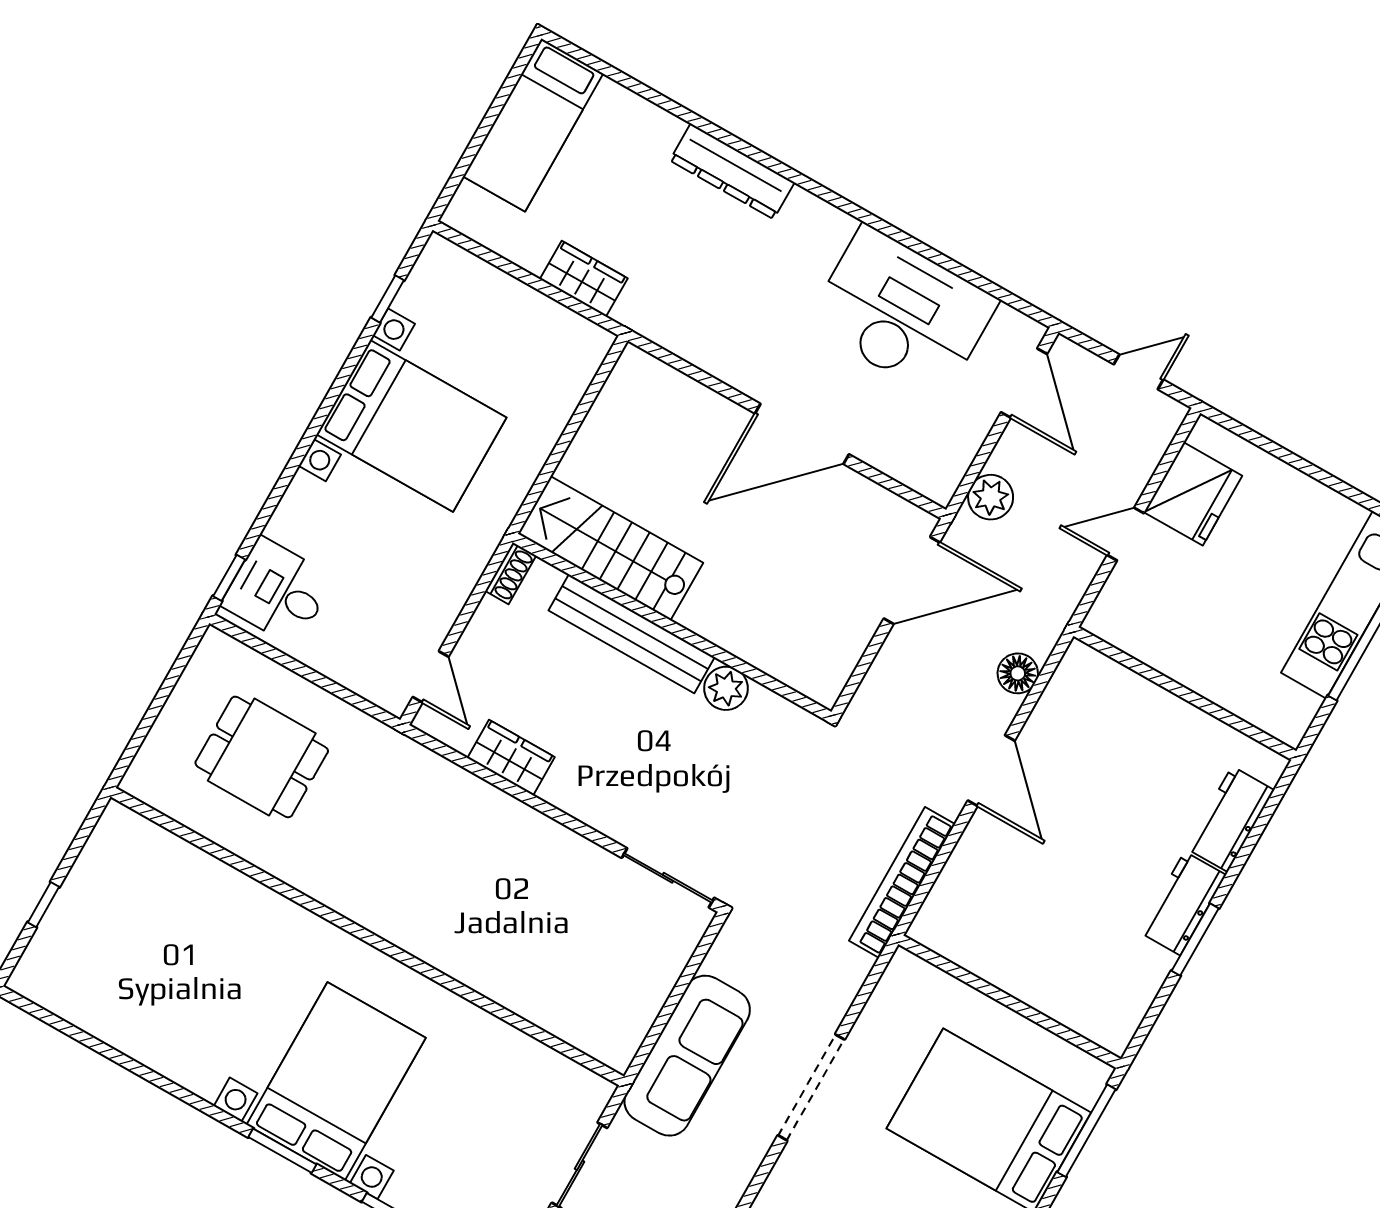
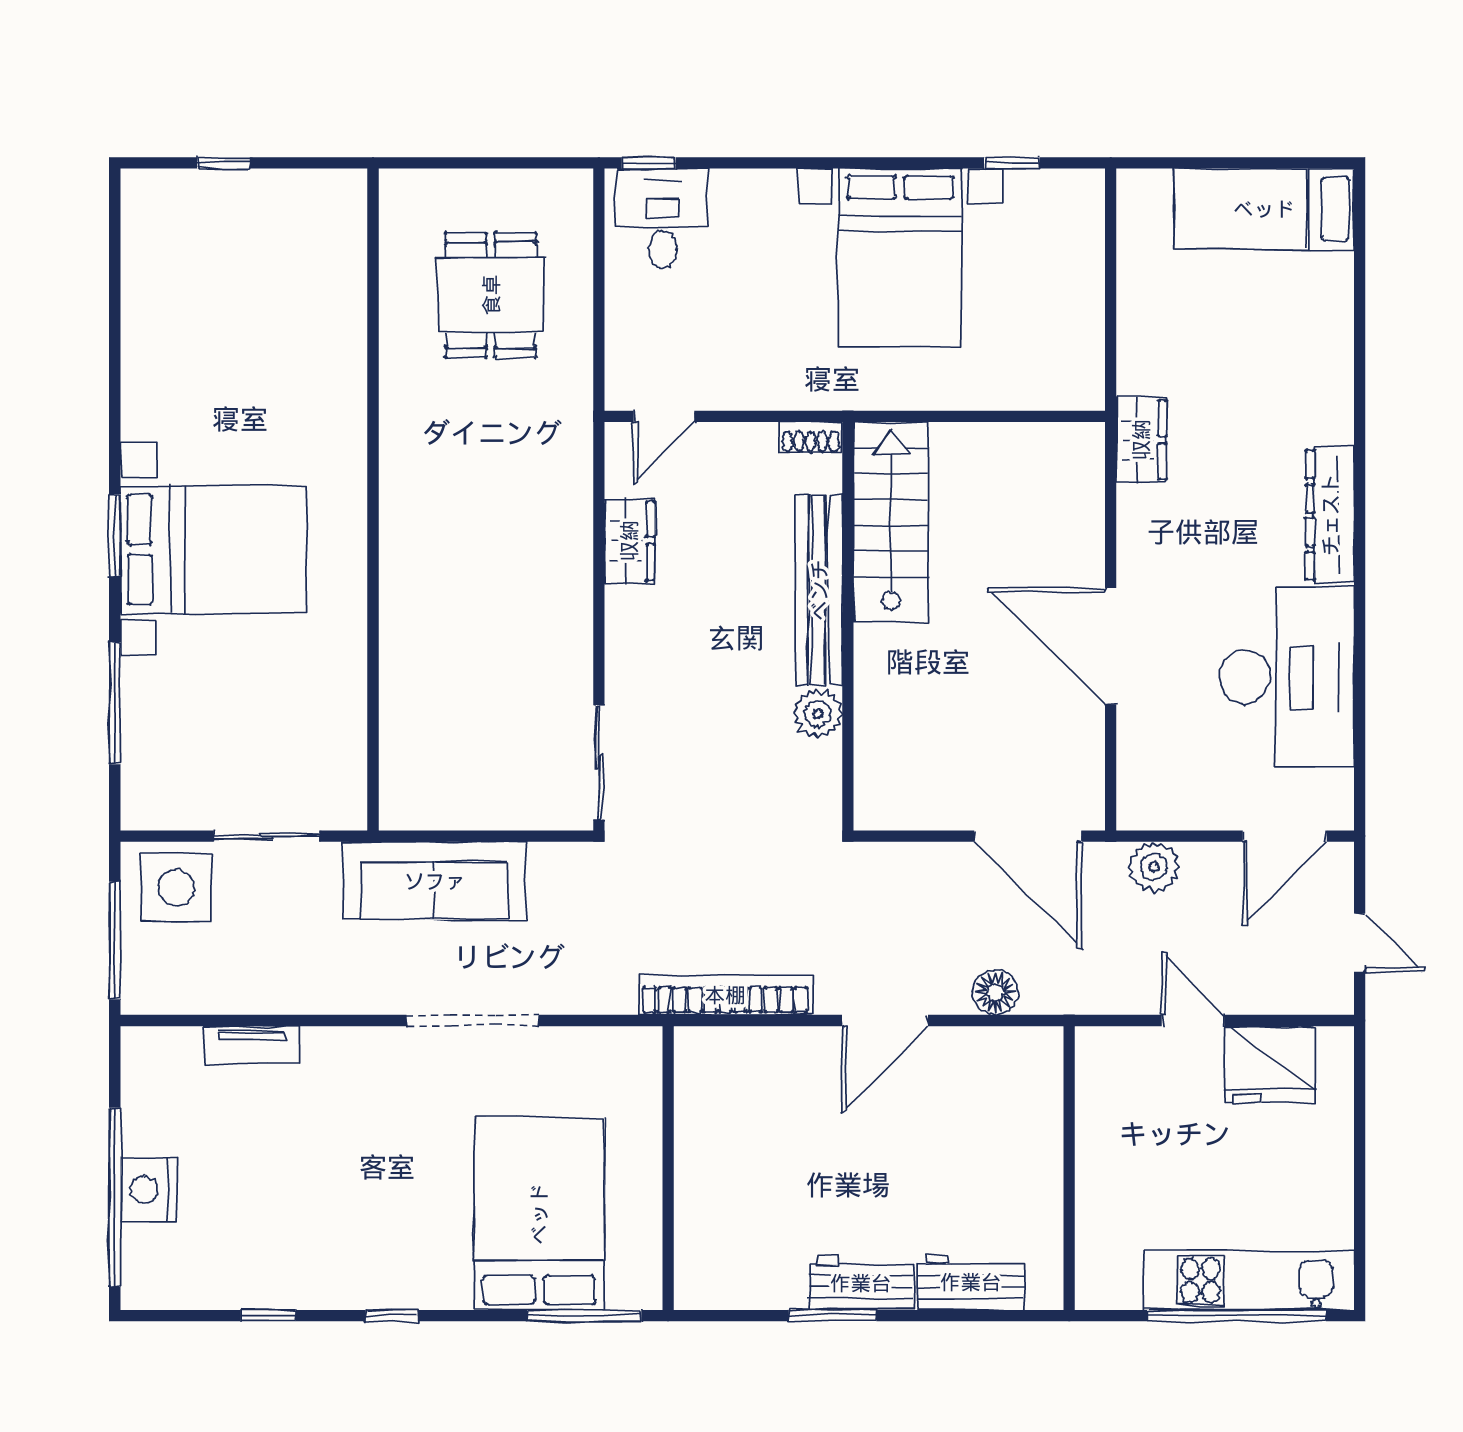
dresser: (732, 171) -> (1330, 515), moved
wardrobe: (584, 279) -> (1141, 440), moved

